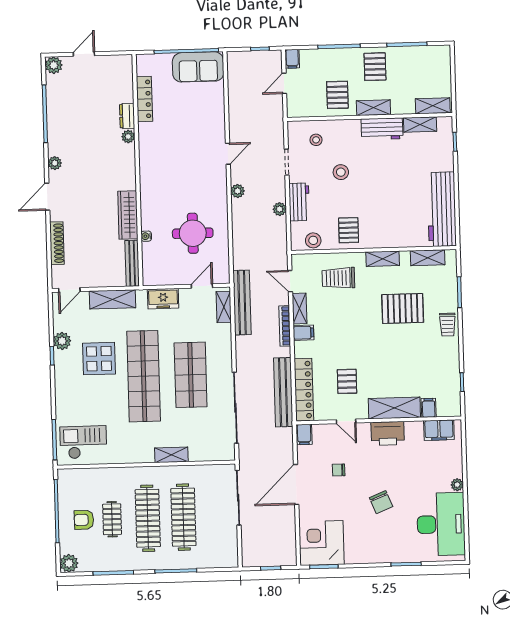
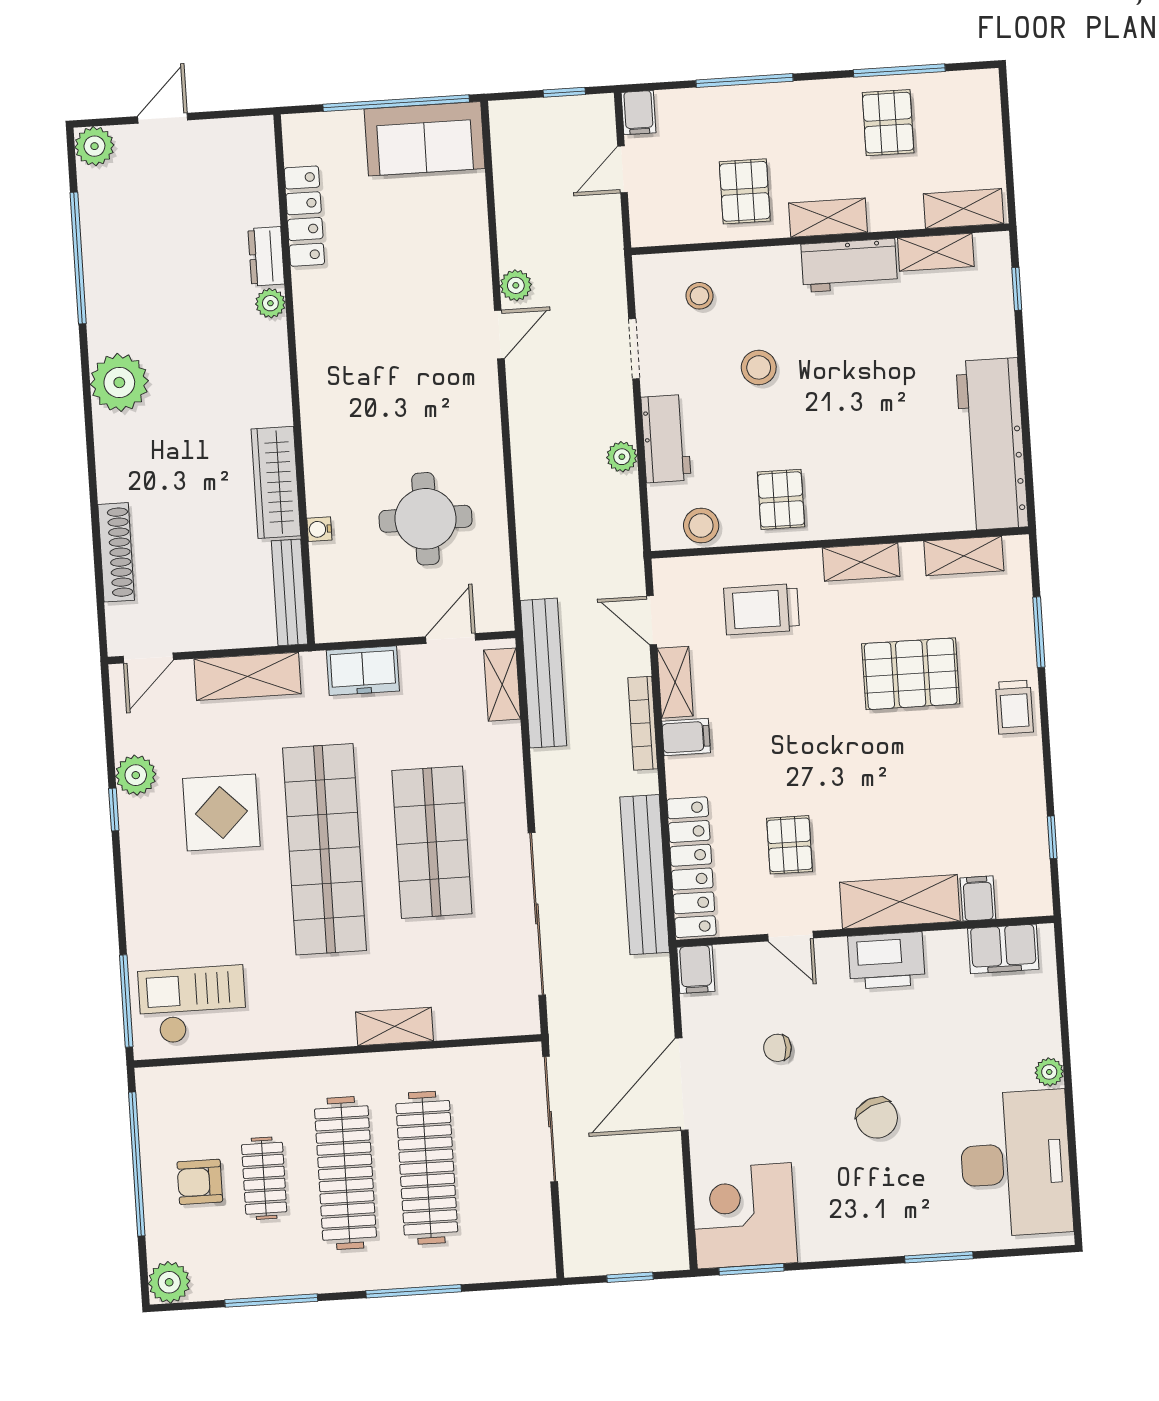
pallet: (375, 67) -> (888, 123), moved
plant: (55, 163) -> (119, 382), width x1.88, depth x1.88
plant: (238, 191) -> (516, 285), moved
door: (47, 197) -> (90, 447), removed

